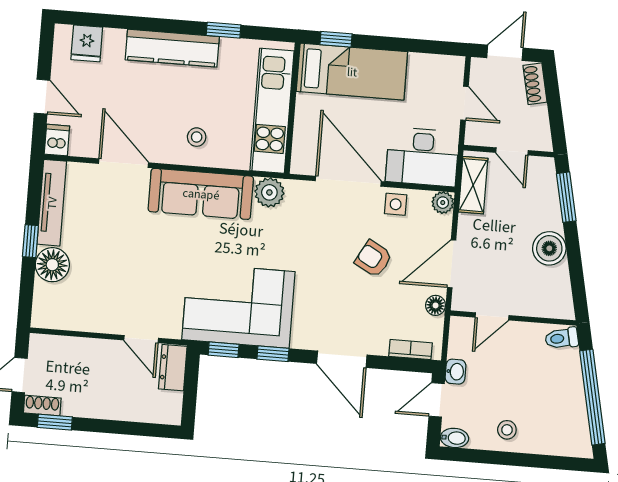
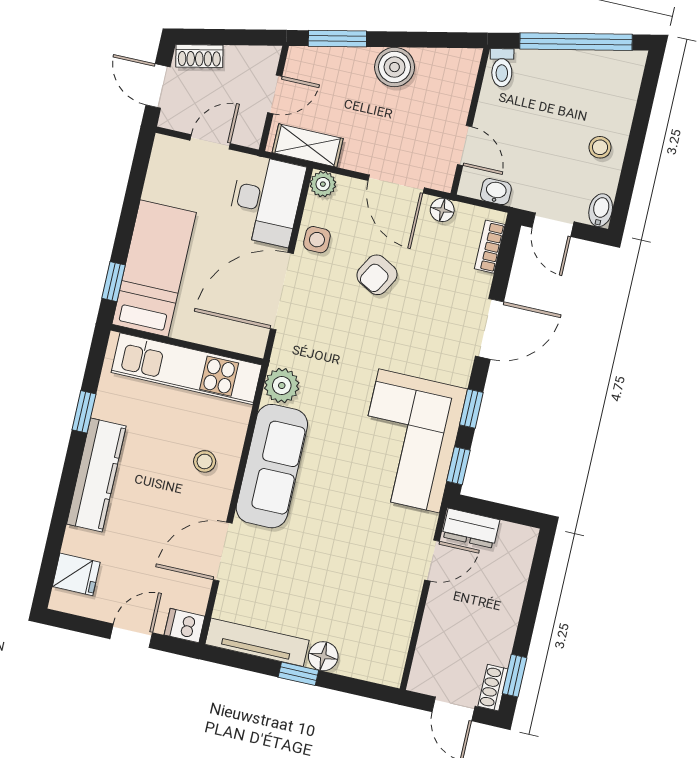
floor lamp: (52, 265) -> (323, 656), width x0.73, depth x0.73
washbasin: (455, 372) -> (496, 192), moved

